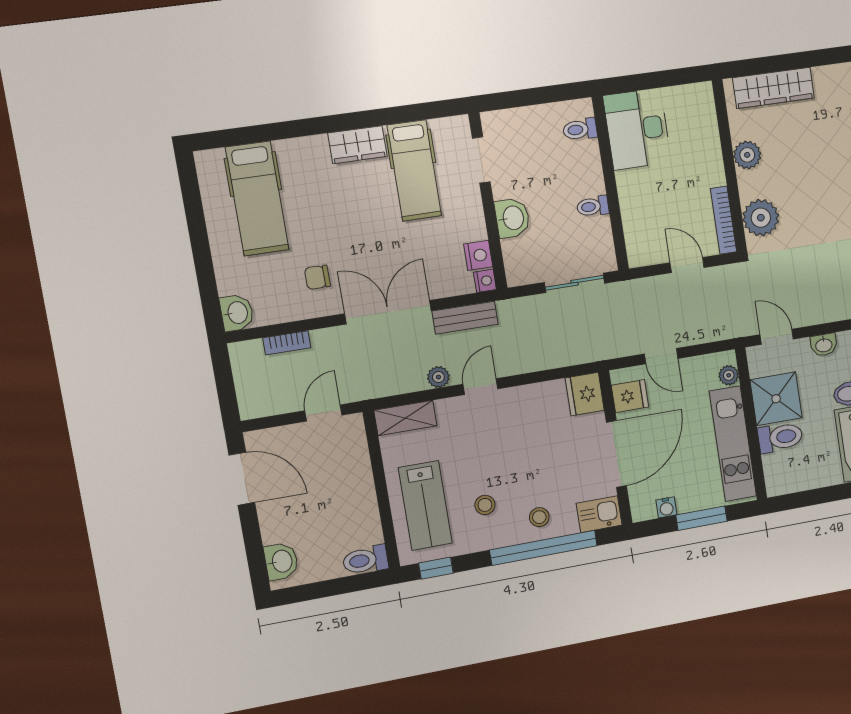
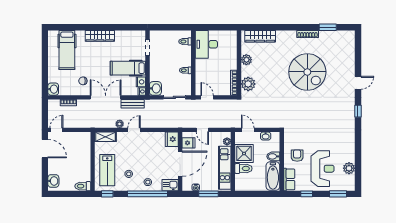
wardrobe: (358, 145) -> (100, 36), width x1.50
hospital bed: (414, 170) -> (128, 68), moved, turned 90
washbasin: (512, 218) -> (155, 88), moved
door: (687, 265) -> (207, 97), moved
door: (323, 413) -> (56, 130), moved

